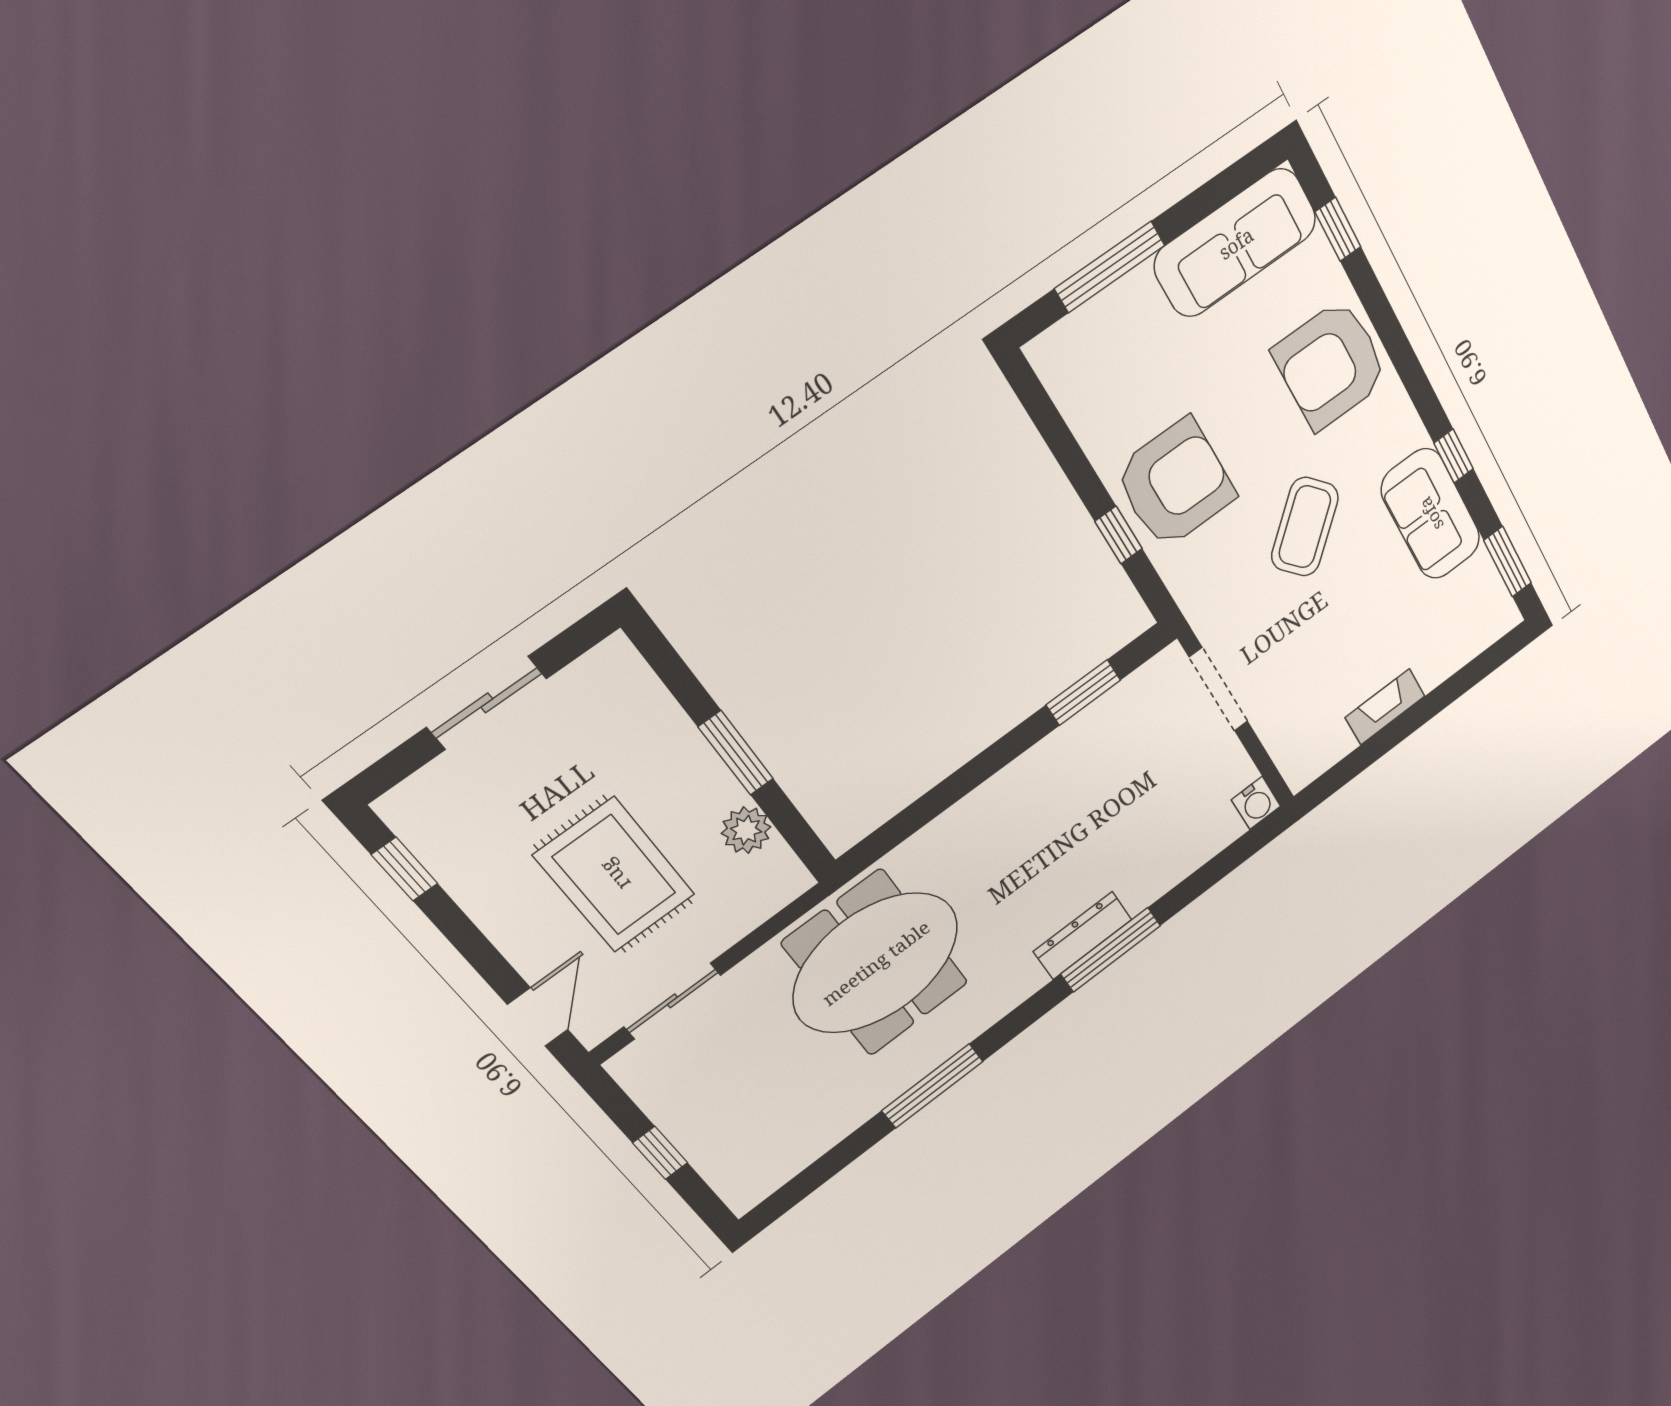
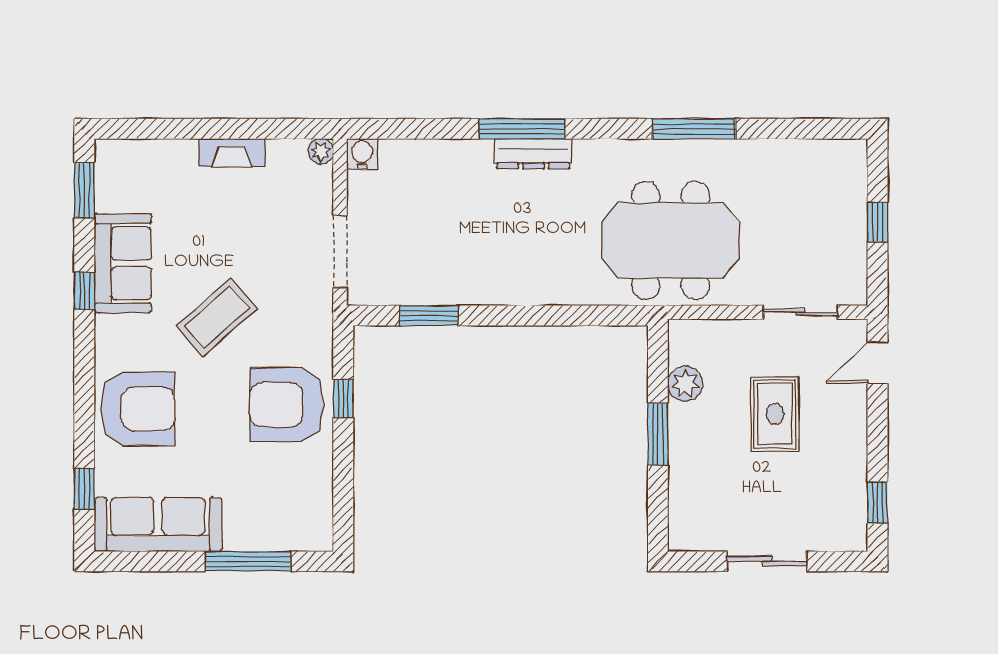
plant: (1299, 774) -> (321, 151), added
rug: (614, 875) -> (775, 414), width x0.73, depth x0.70

